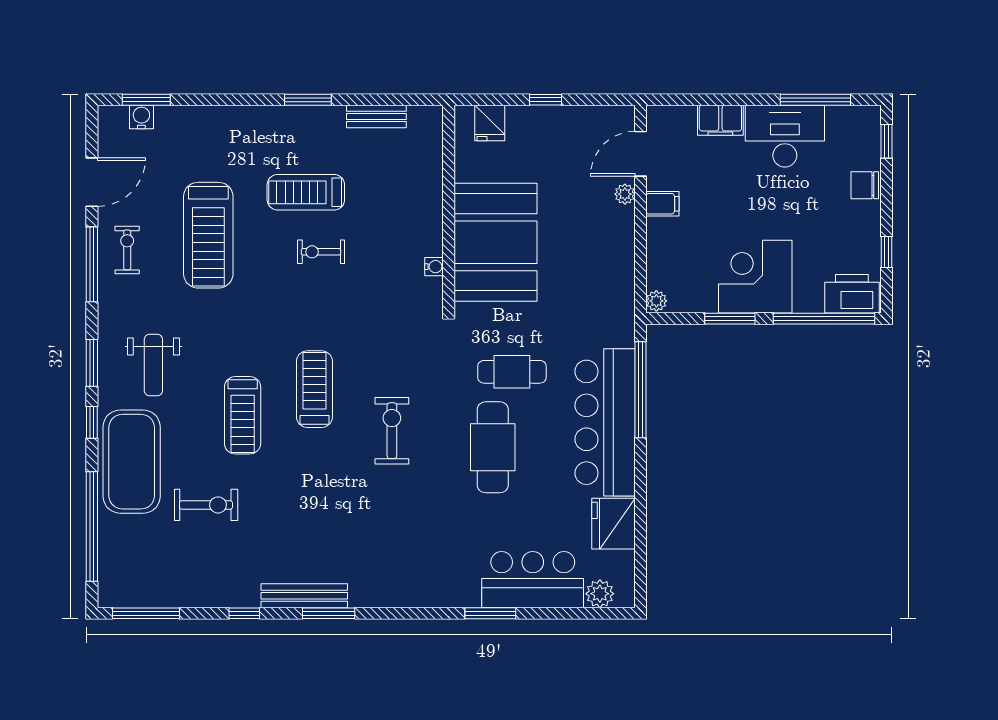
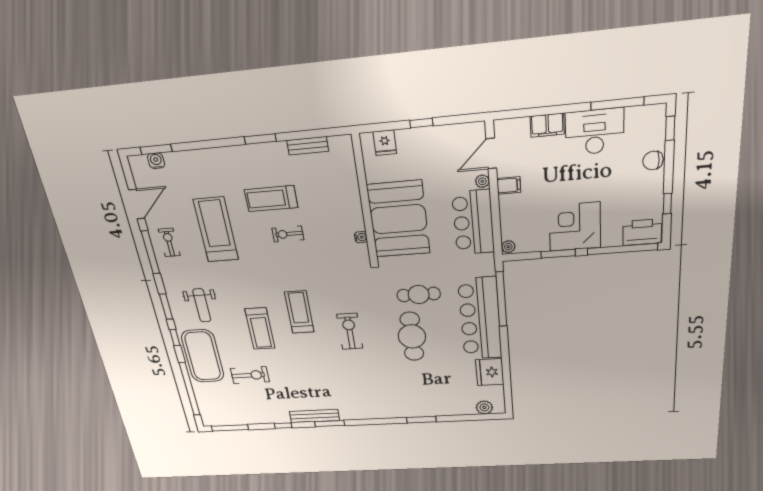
treadmill: (208, 235) -> (216, 230), turned 180
bar counter: (533, 580) -> (473, 222), moved, turned -90

